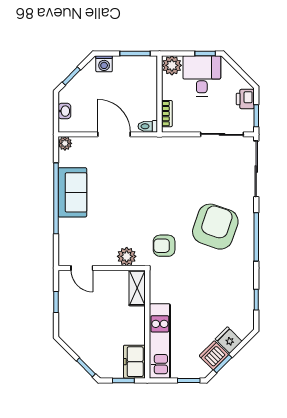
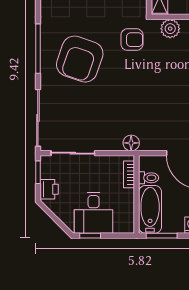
plant: (172, 65) -> (124, 223), removed
bathtub: (146, 79) -> (150, 209), added
toilet: (148, 126) -> (149, 178), moved
floor lamp: (165, 144) -> (131, 143), added

